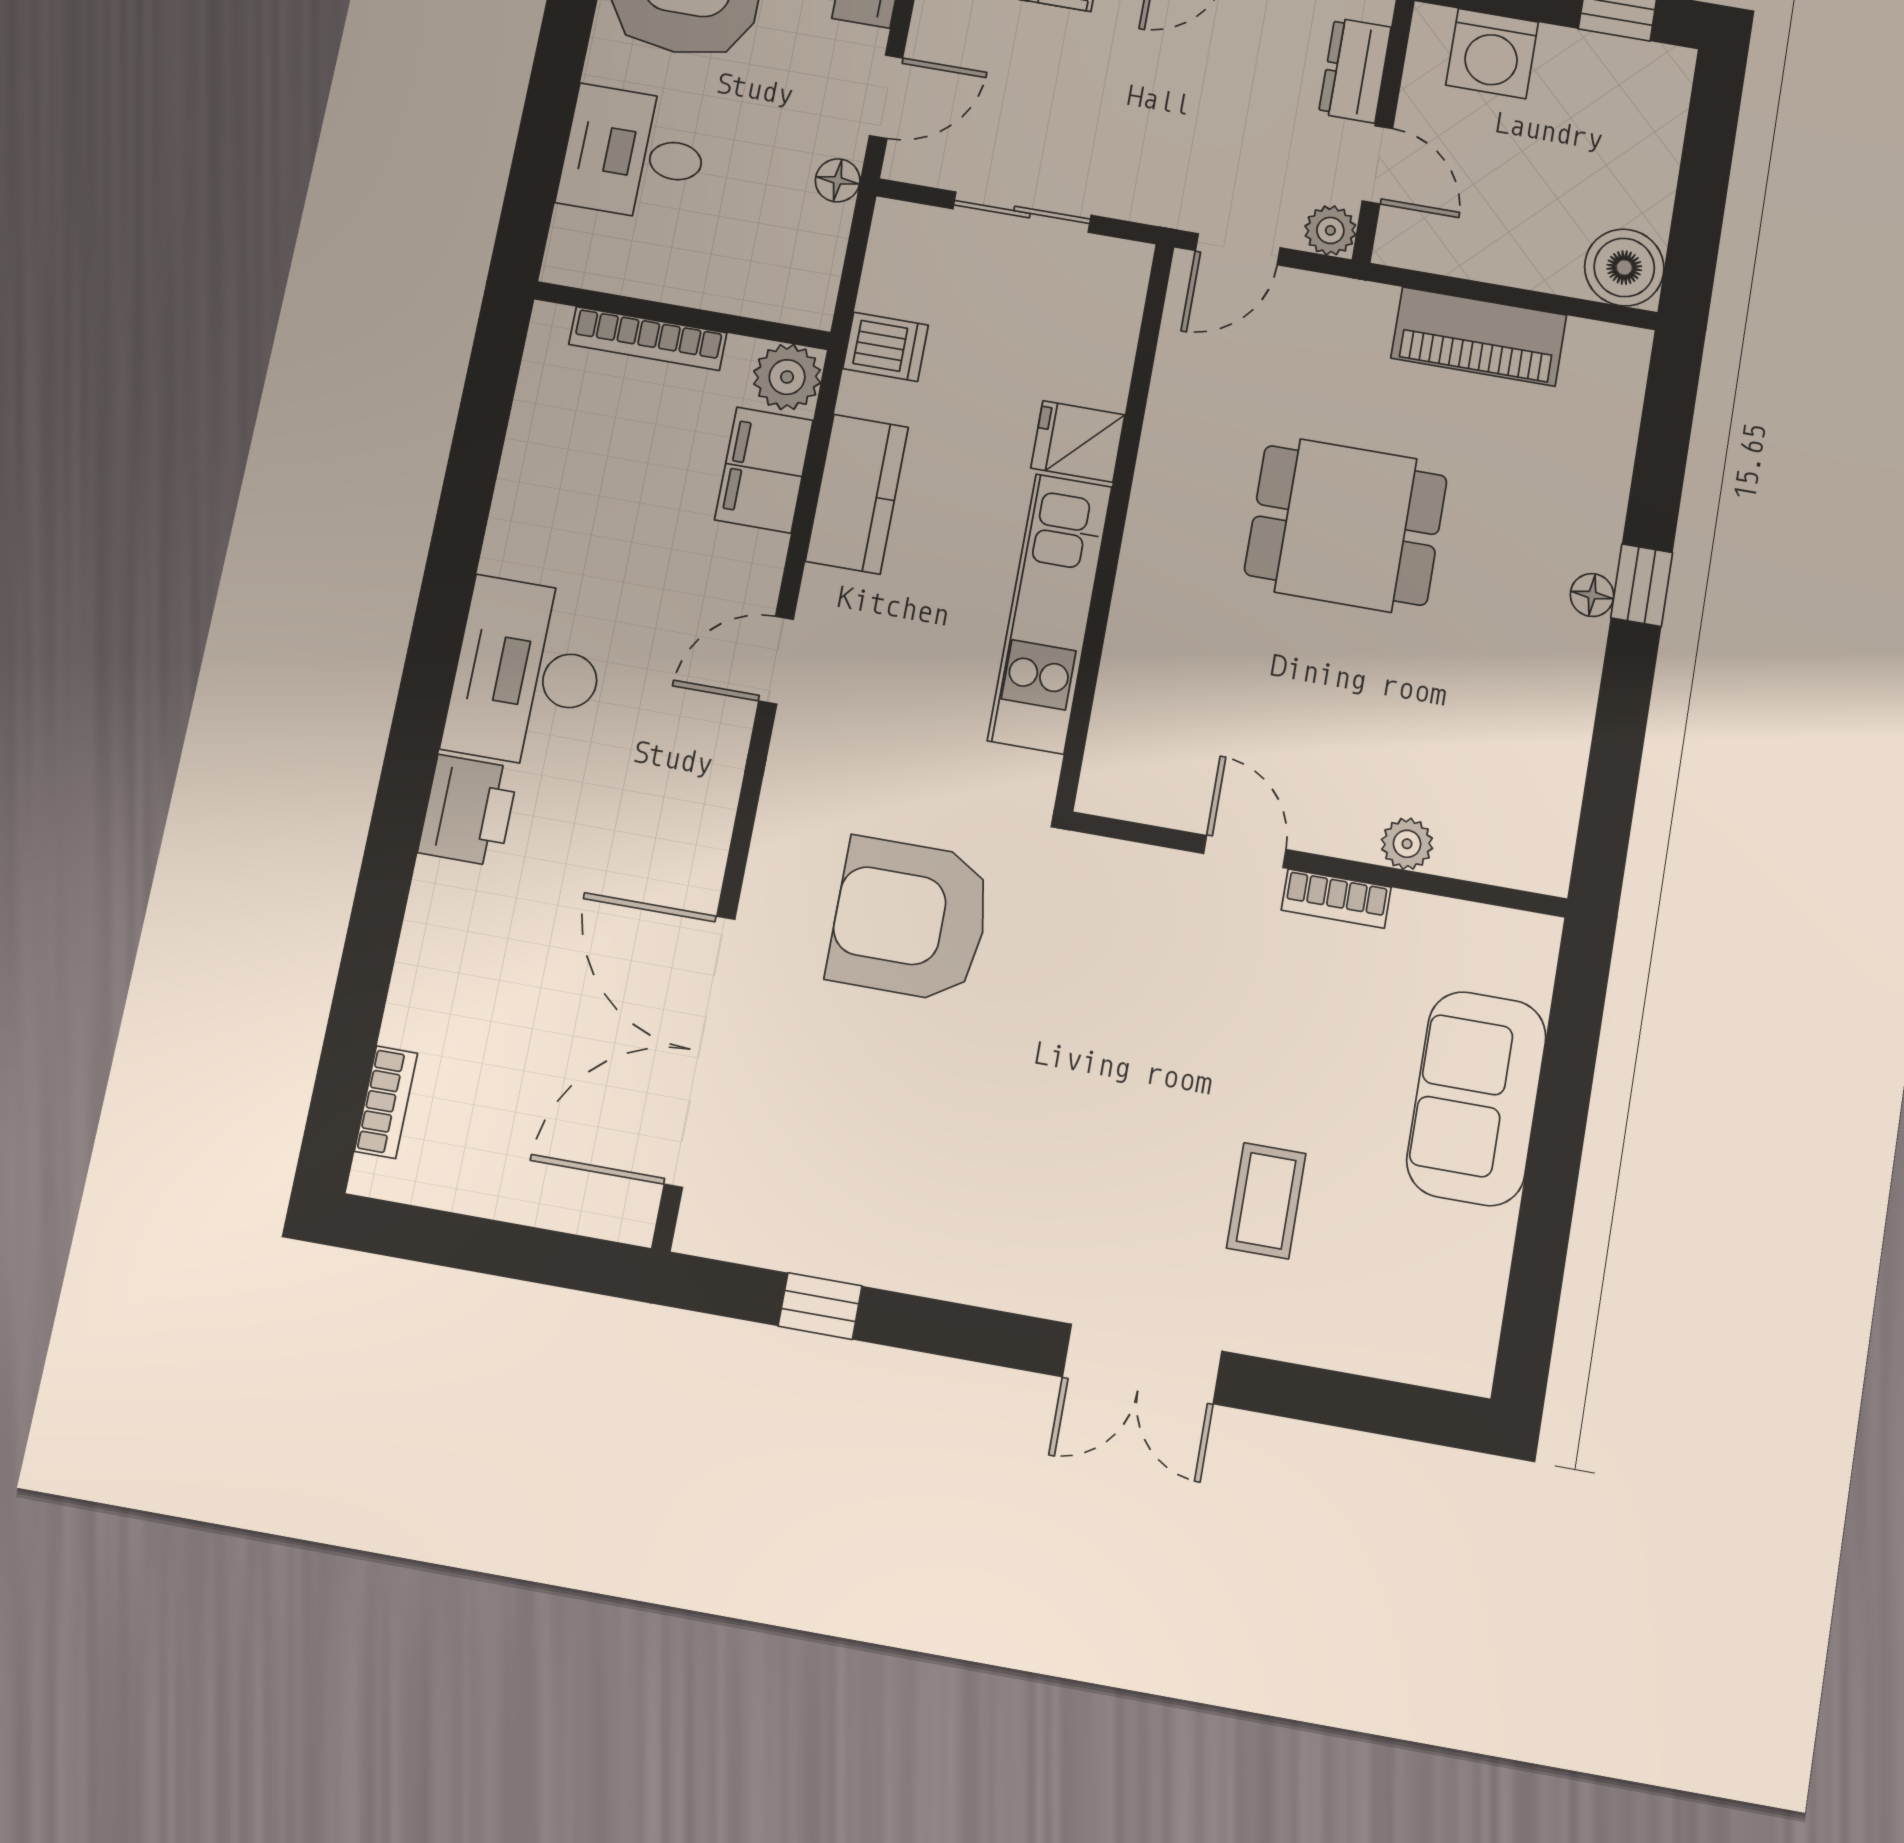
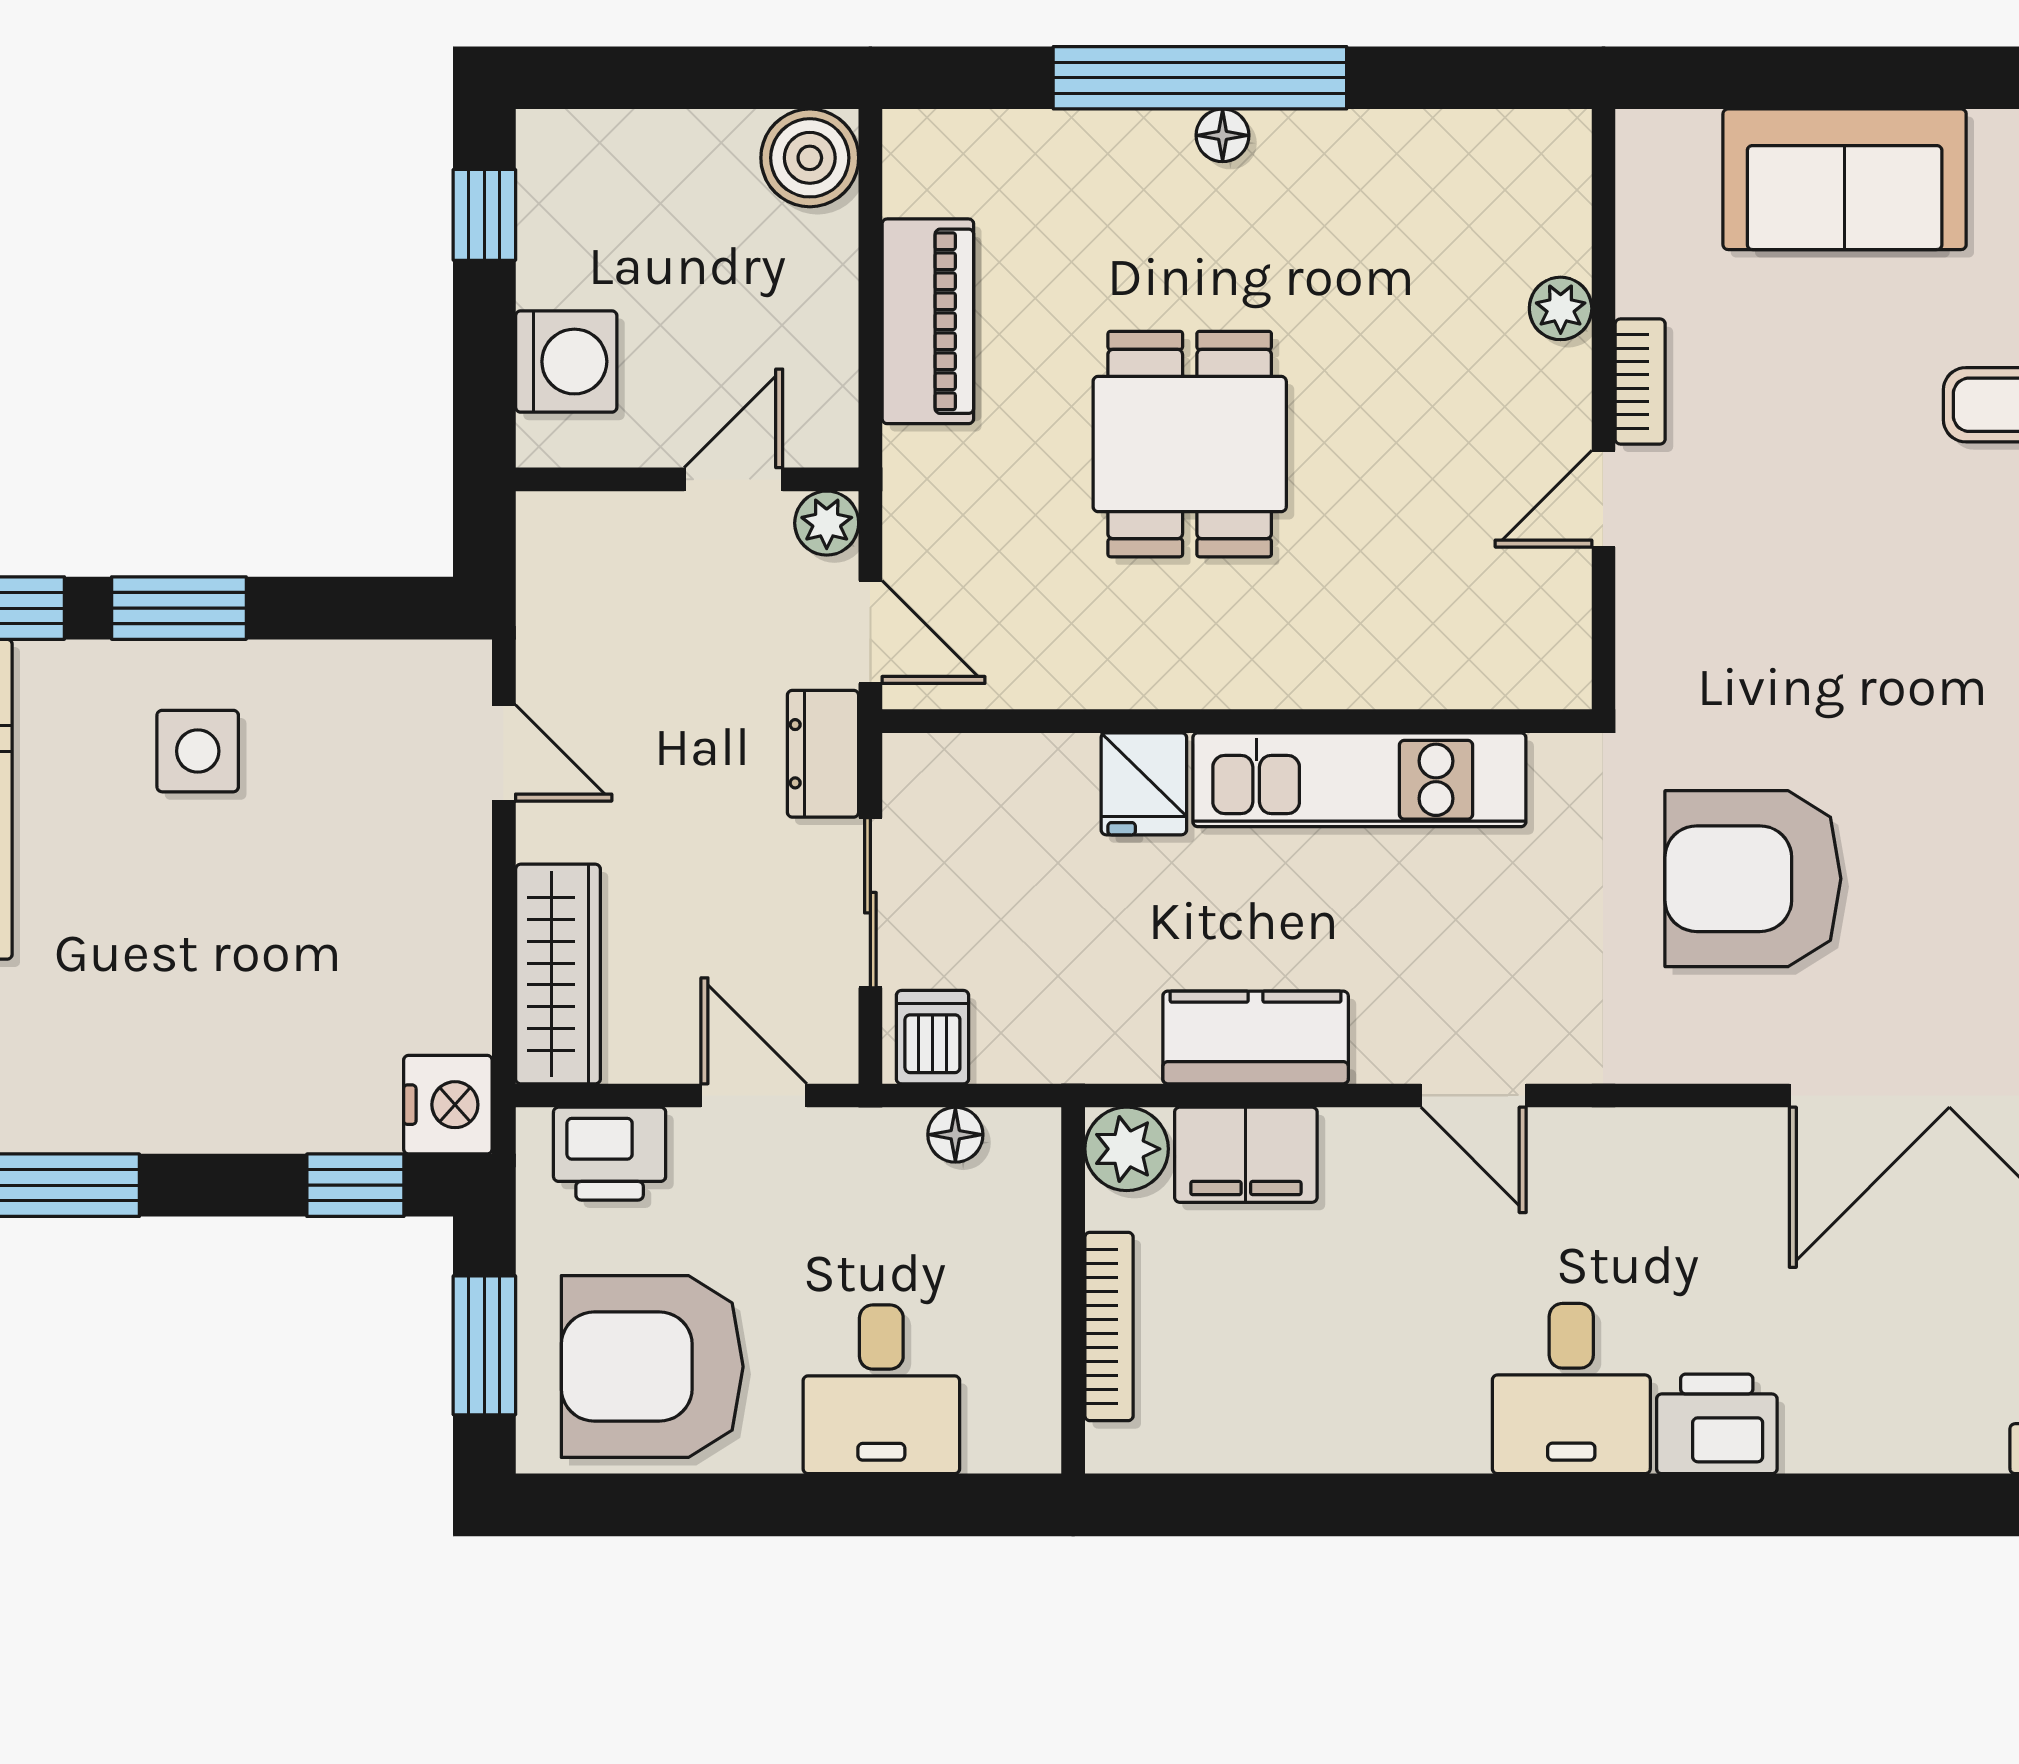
dresser: (1355, 70) -> (823, 754), moved, turned 90
floor lamp: (838, 180) -> (955, 1135), moved
dishwasher: (886, 347) -> (932, 1037), moved
window: (1642, 585) -> (1200, 78), width x3.17
desk: (527, 673) -> (1571, 1389), width x0.73
armchair: (910, 919) -> (1753, 879), turned 90

